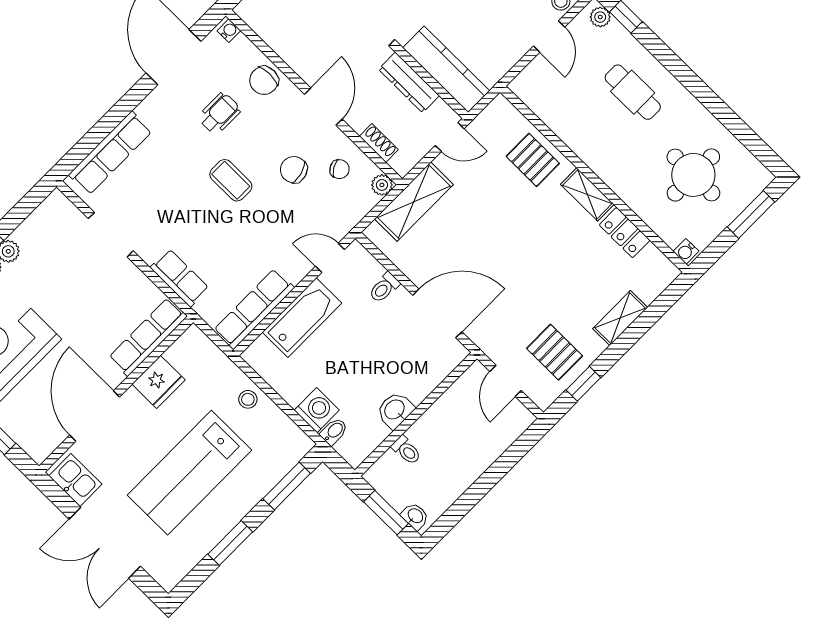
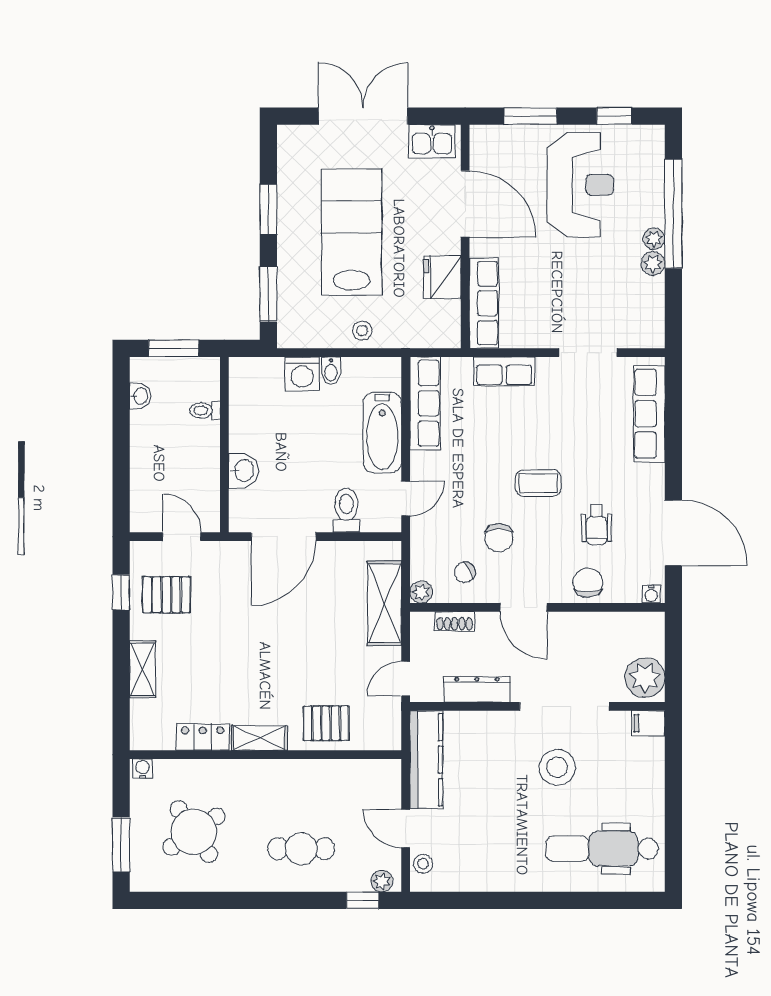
kitchen counter: (446, 69) -> (426, 760), moved, turned -90
chair: (294, 170) -> (499, 538), turned 105
round table: (693, 175) -> (194, 832), turned -34
toilet: (384, 288) -> (346, 510), width x1.37, depth x1.39
washbasin: (395, 410) -> (243, 471), moved
bidet: (334, 431) -> (331, 371), moved
washbasin: (415, 516) -> (140, 396), moved, turned -90

